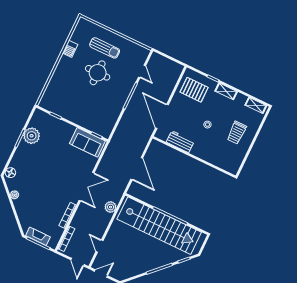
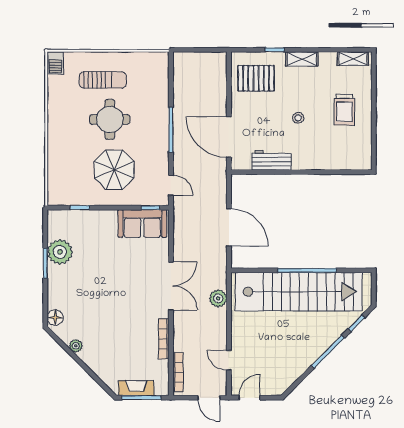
barbecue: (70, 49) -> (55, 63), moved
door: (142, 71) -> (171, 185), moved
parasol: (86, 103) -> (114, 170), added

